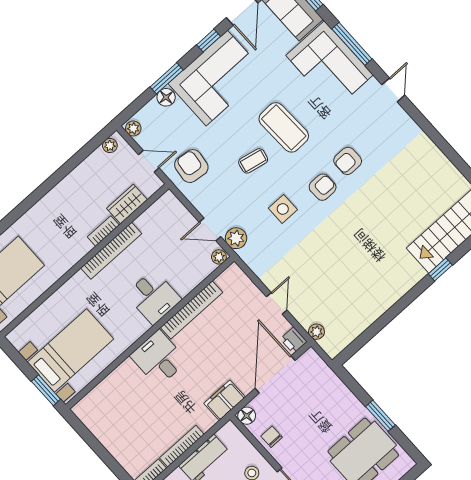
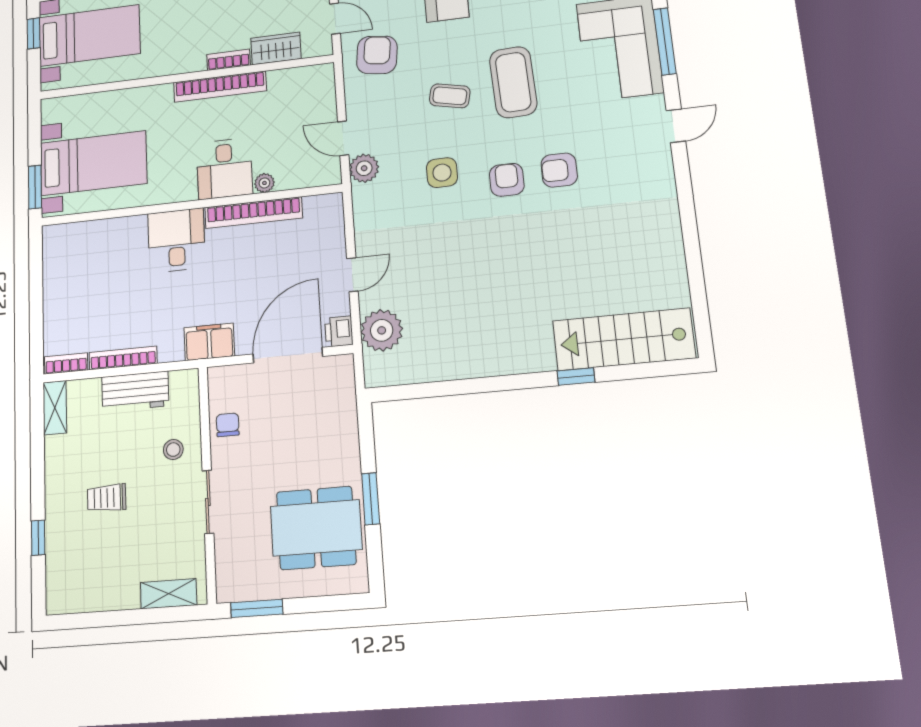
armchair: (323, 187) -> (507, 180), turned -89
plant: (219, 257) -> (264, 183), moved
plant: (316, 332) -> (382, 330), width x1.88, depth x1.88
floor lamp: (247, 416) -> (219, 378), removed

